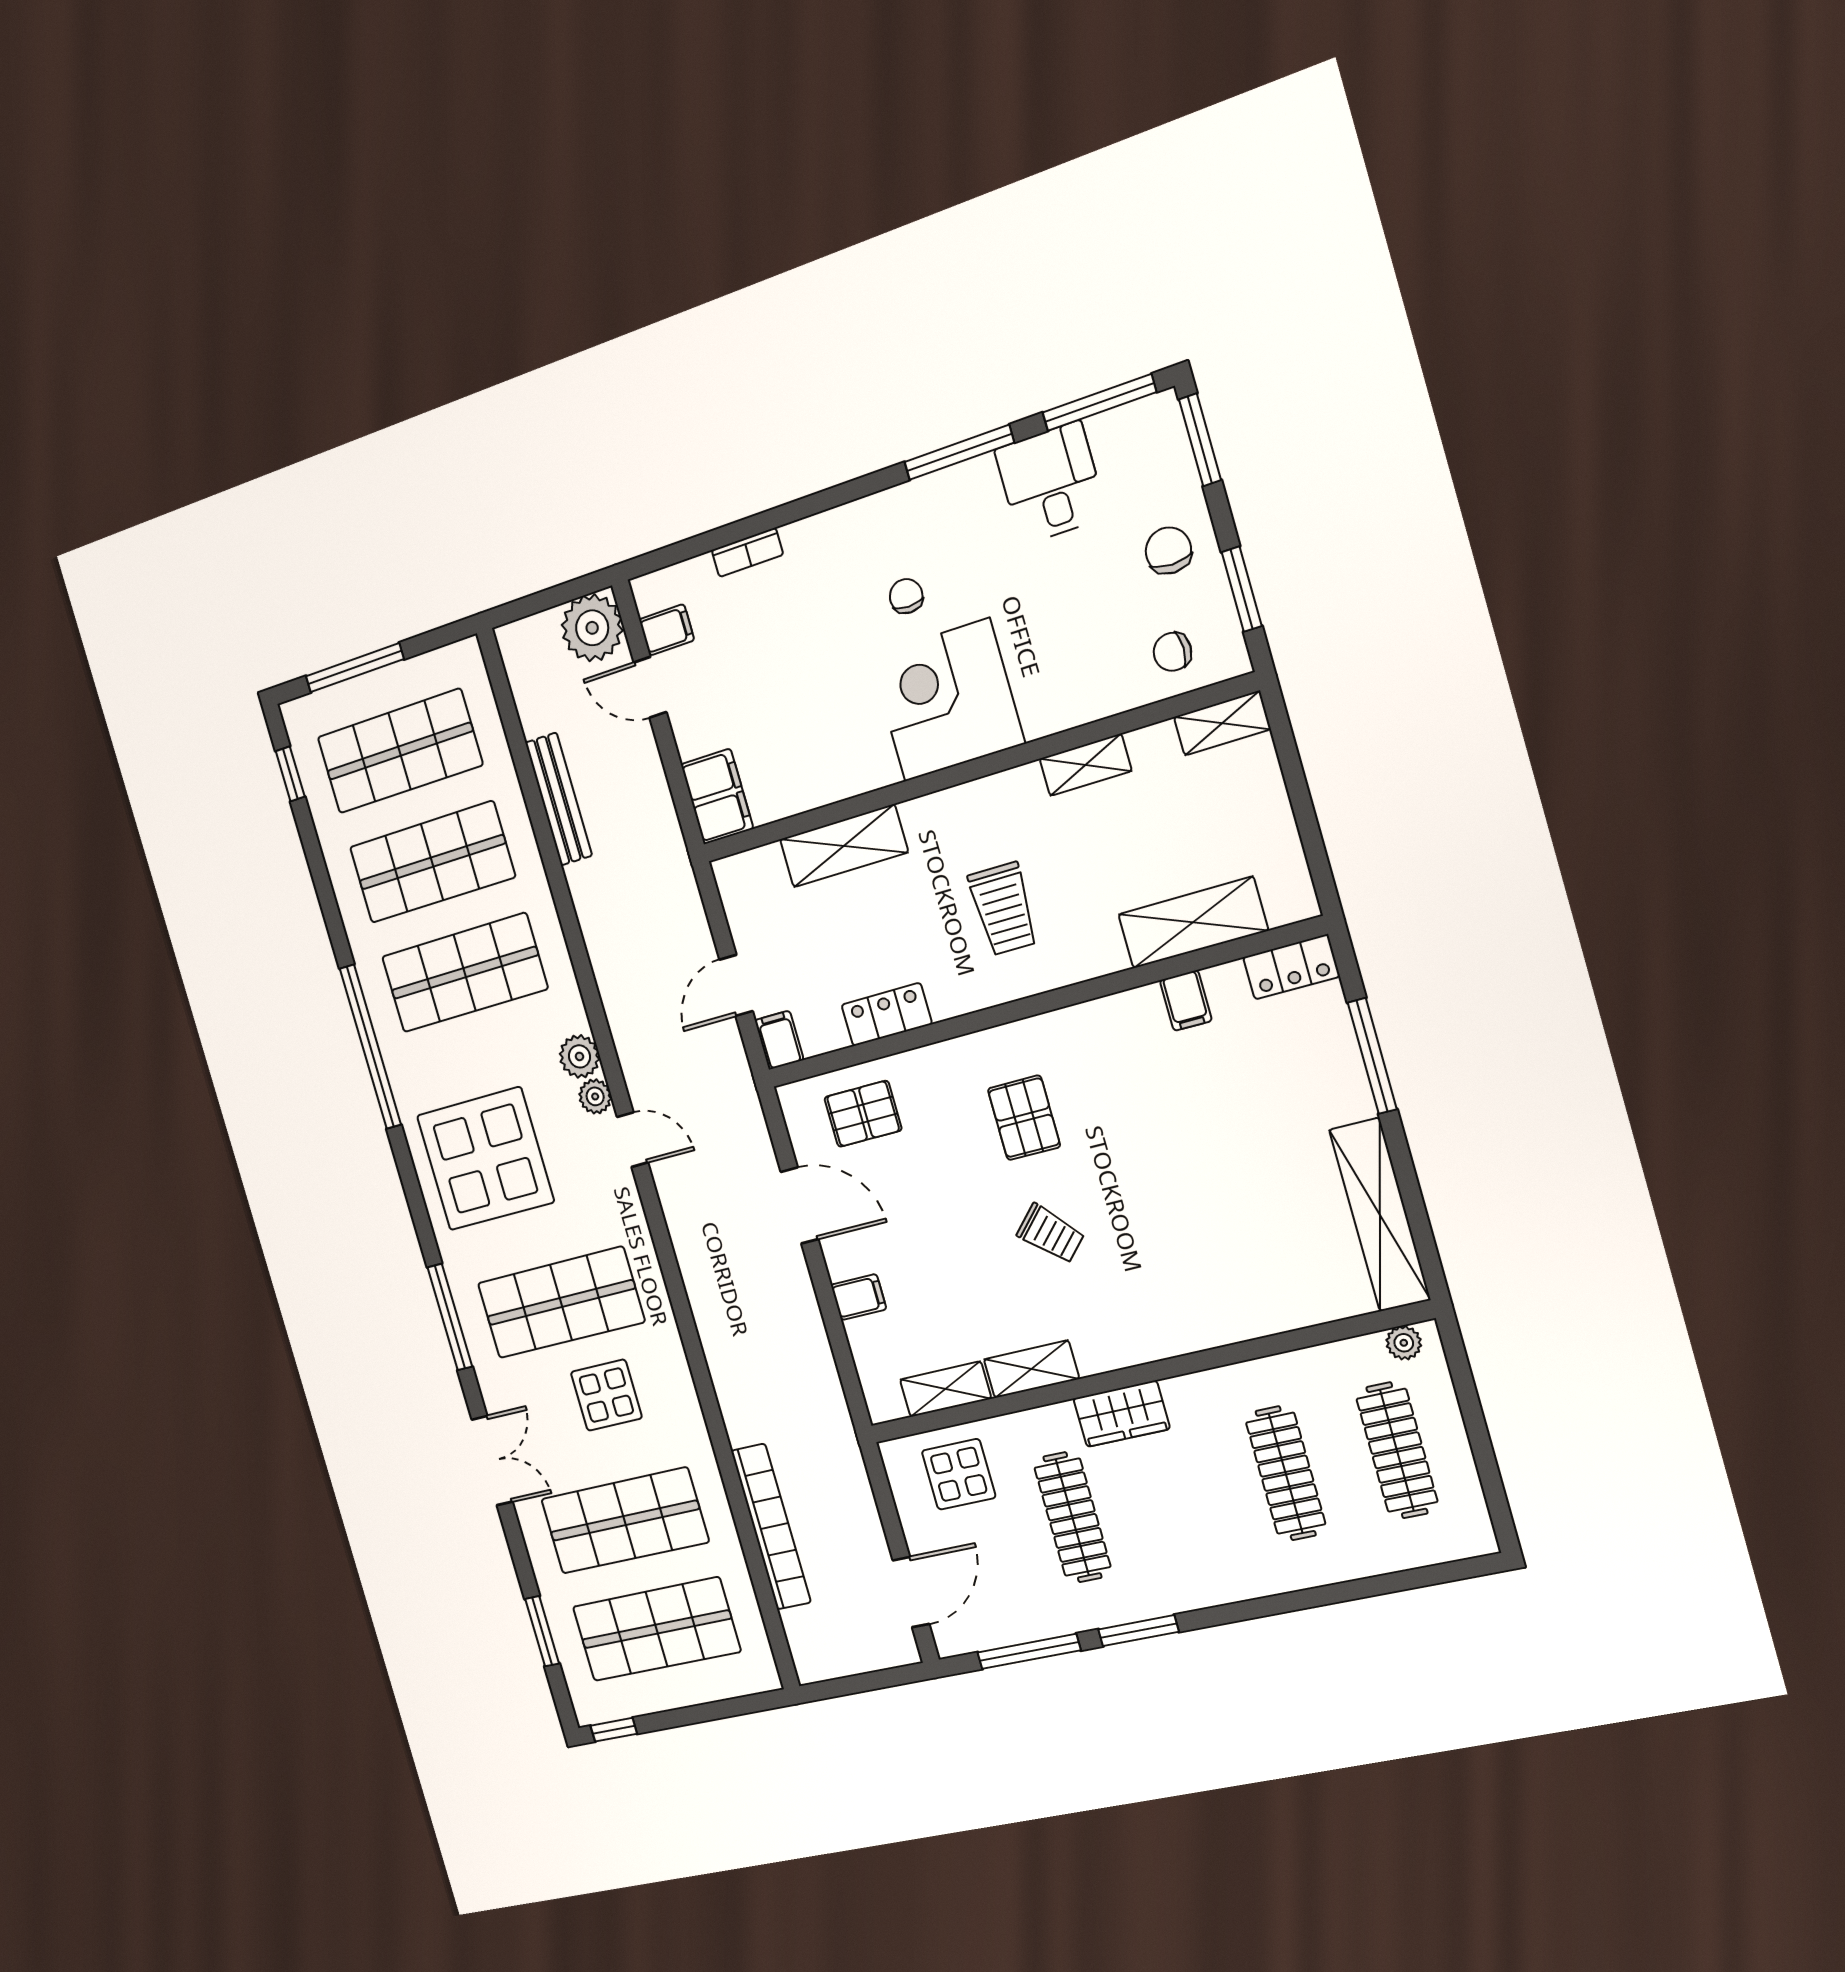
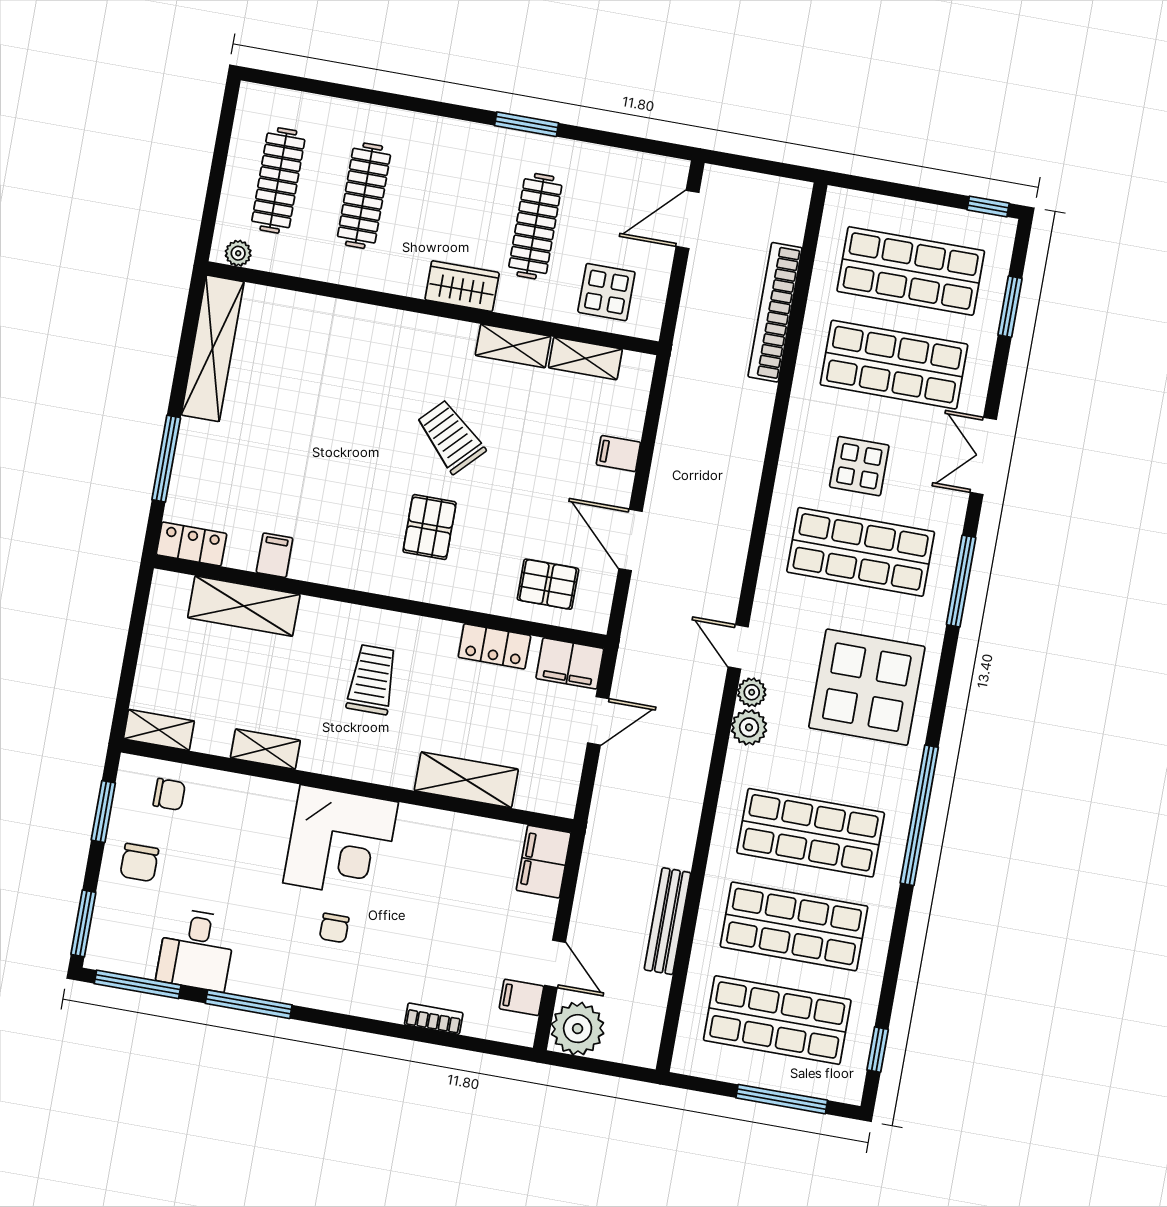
filing cabinet: (779, 1040) -> (570, 663), width x2.00
trolley: (1051, 1234) -> (451, 437), width x1.36, depth x1.39
window: (1029, 1651) -> (617, 140), removed

